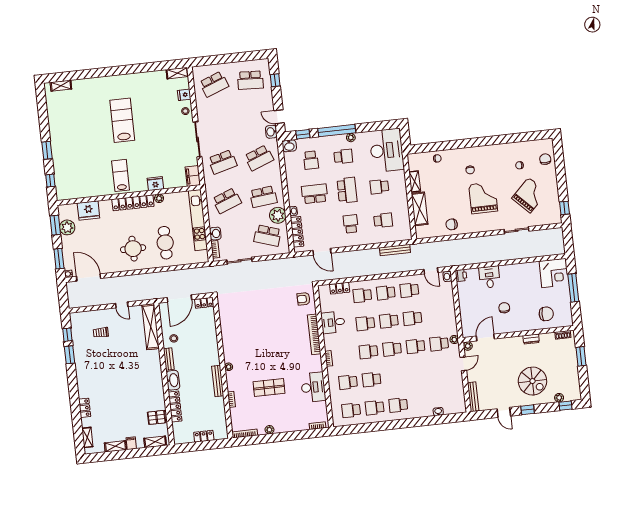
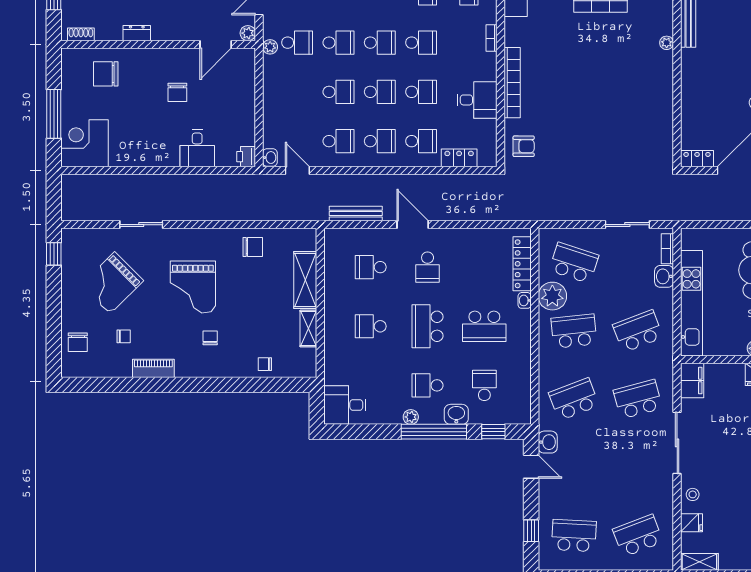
washbasin: (289, 146) -> (456, 414), moved
piano: (501, 149) -> (153, 368), added
desk: (387, 150) -> (345, 405), width x0.53, depth x0.77
school desk: (379, 187) -> (371, 326), turned 180
door: (322, 252) -> (413, 225), moved

